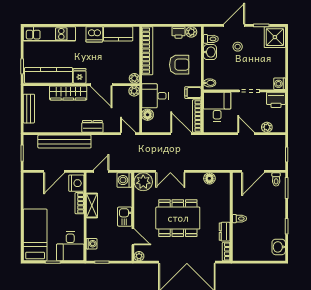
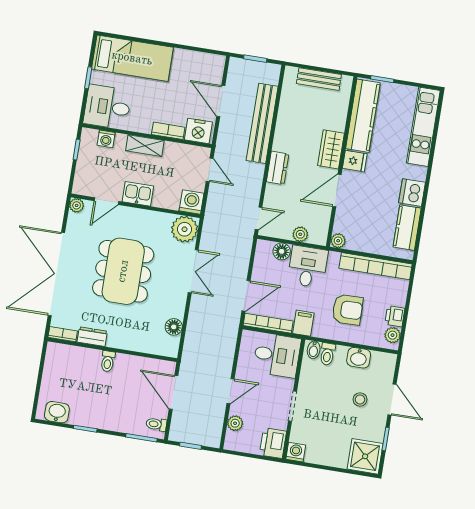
toilet: (211, 39) -> (327, 354), moved
armchair: (179, 65) -> (348, 310), turned -91
plant: (134, 91) -> (300, 234), moved
wardrobe: (68, 93) -> (331, 149), width x0.67
double door: (170, 171) -> (193, 271), swing flipped
shelving: (92, 205) -> (145, 146), moved

